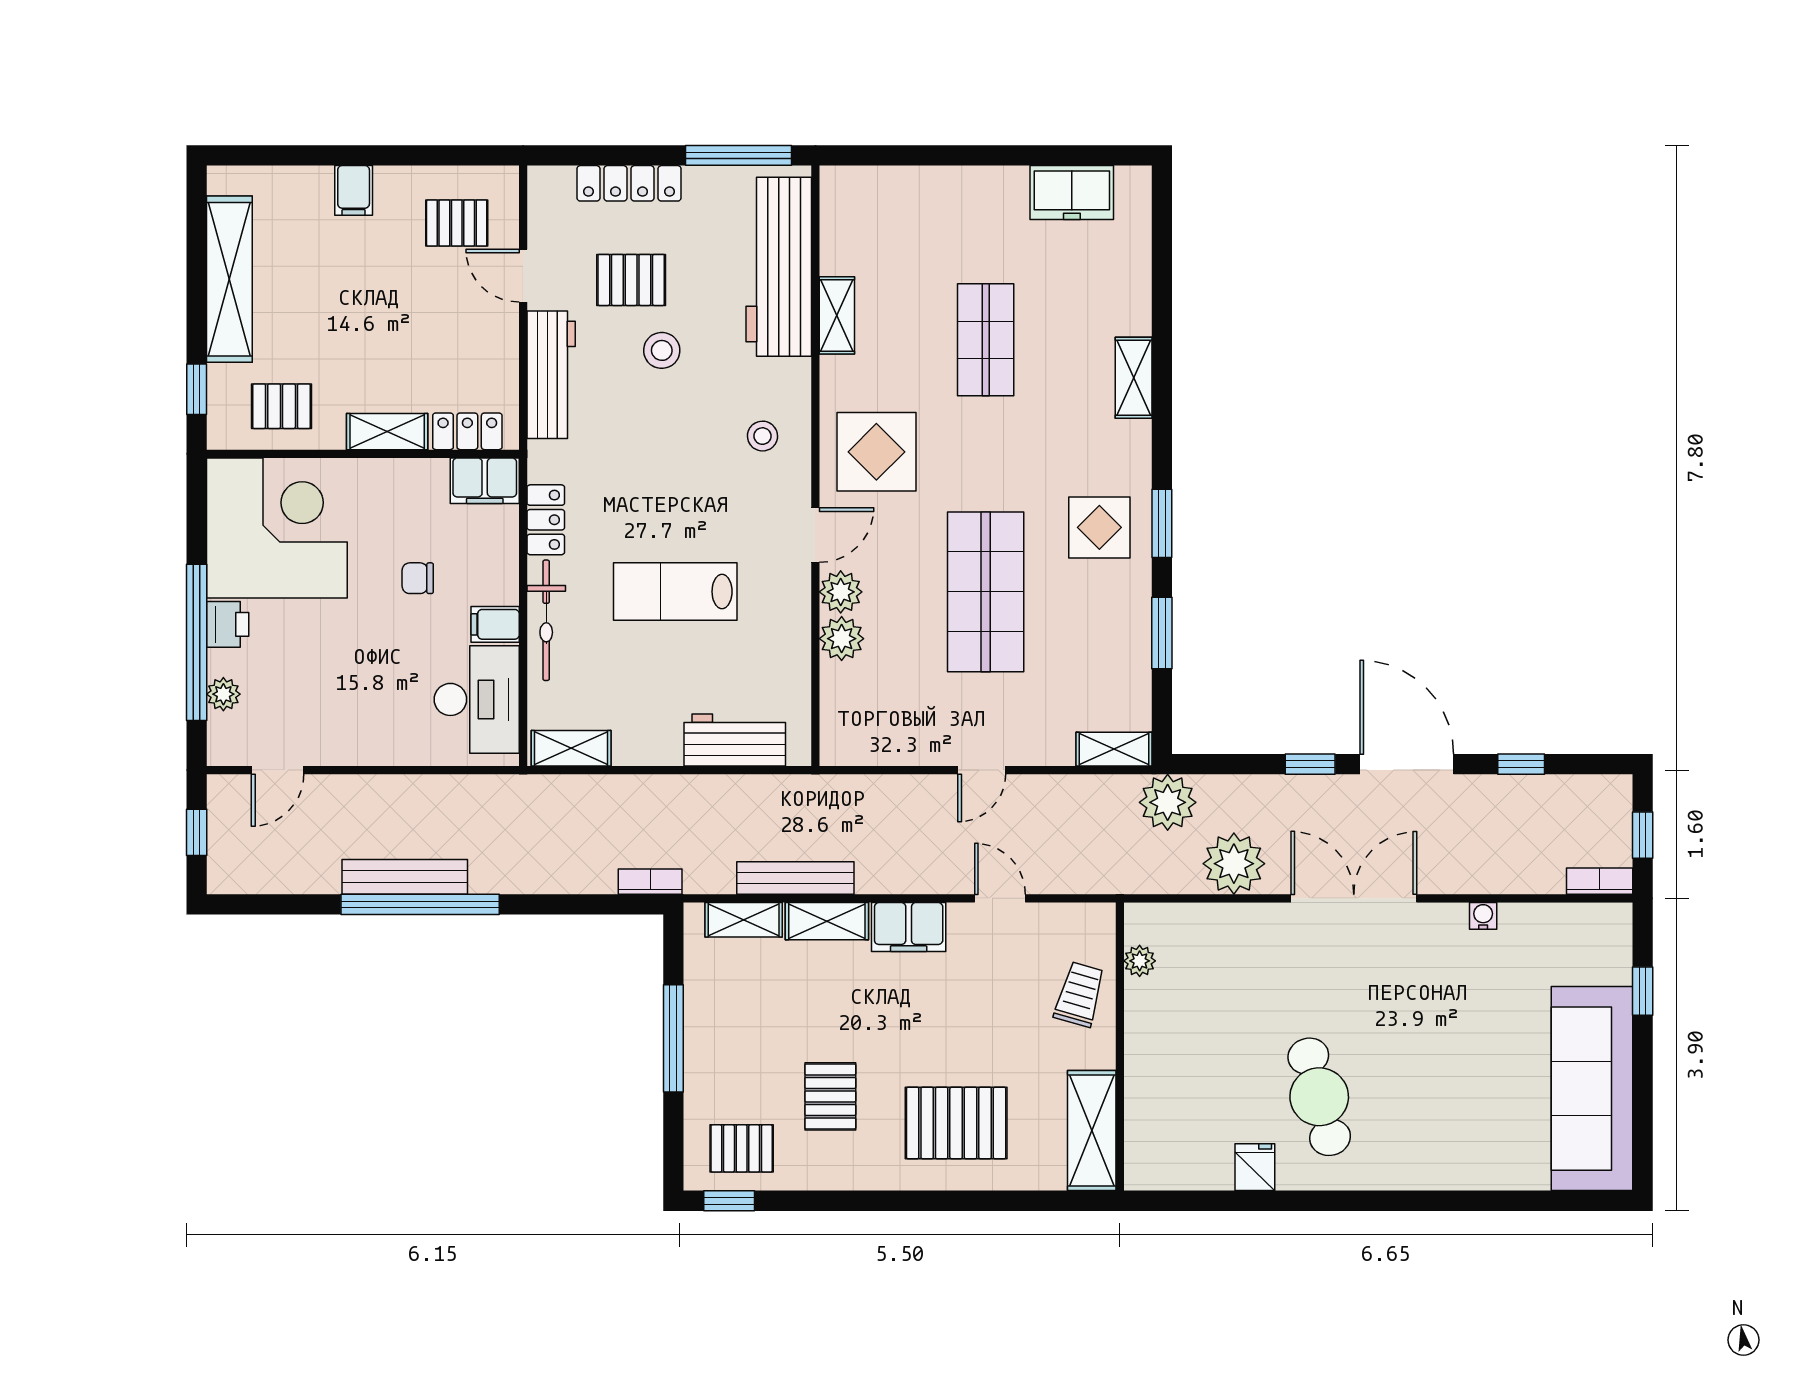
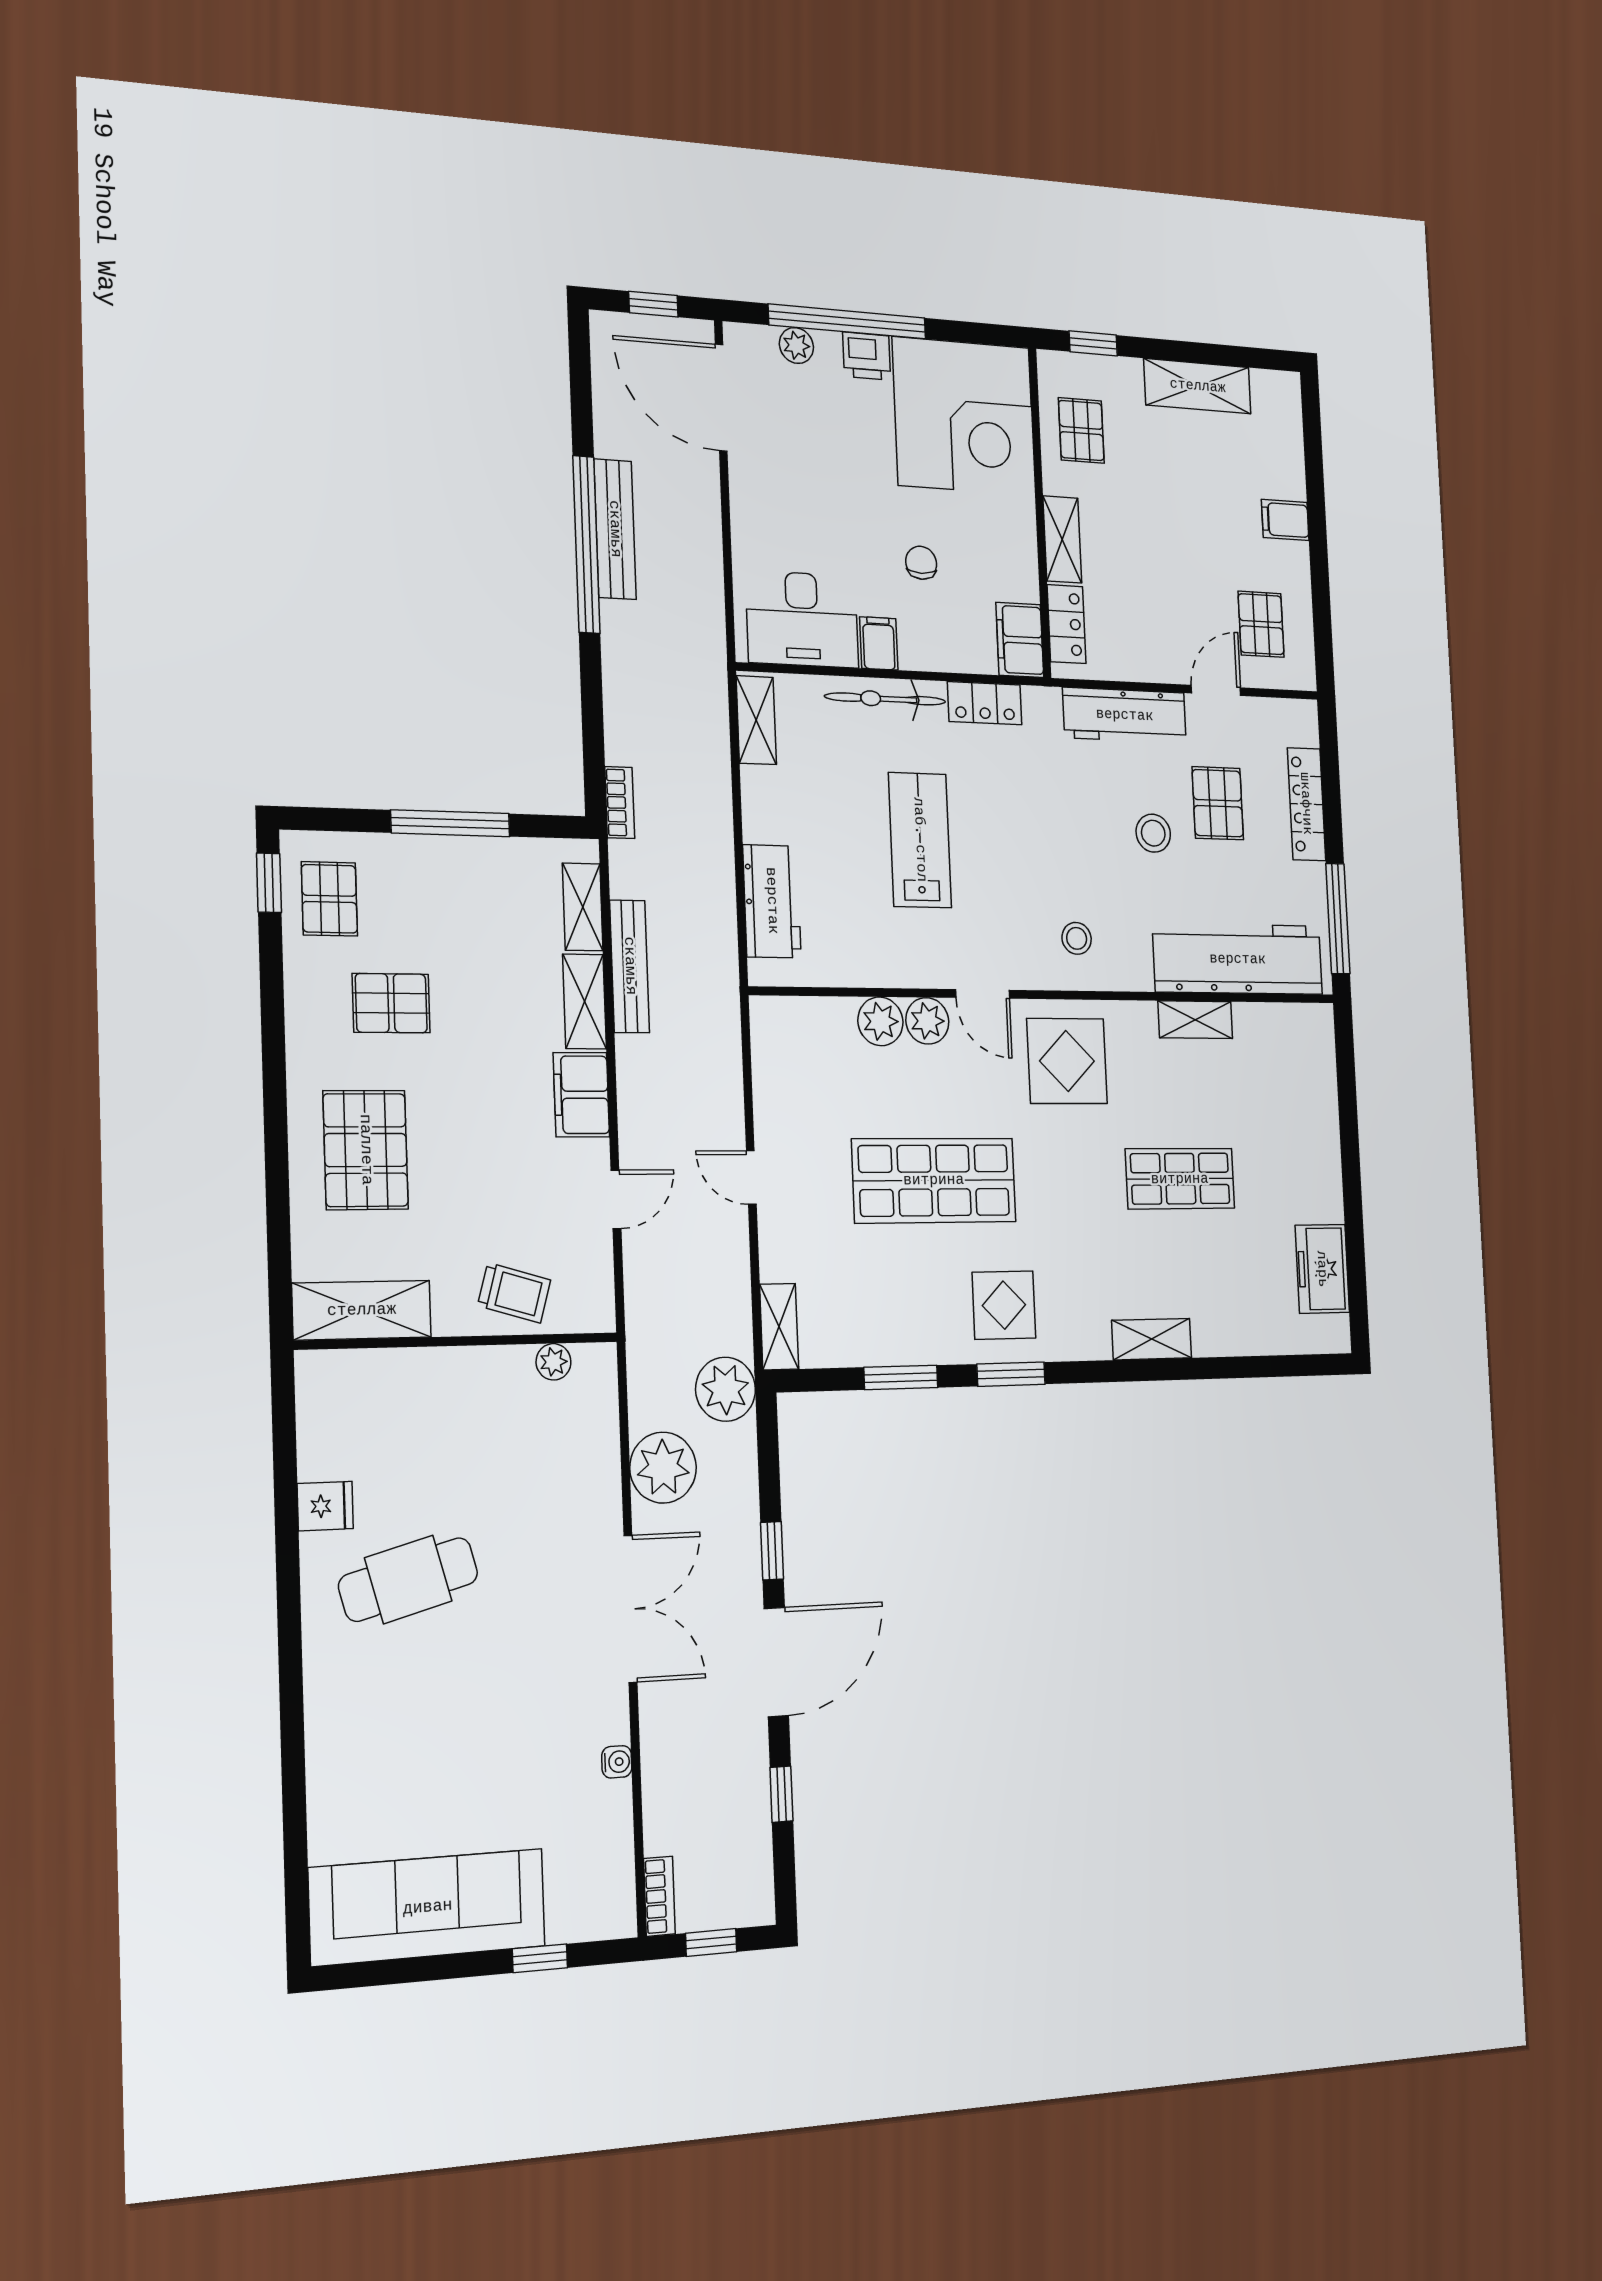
shelving: (229, 279) -> (1198, 386), width x0.68
door: (278, 770) -> (721, 398), width x1.87

